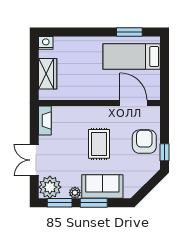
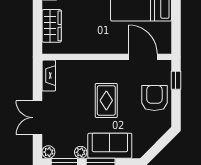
window: (165, 152) -> (176, 80), moved
plant: (50, 187) -> (48, 152), width x0.53, depth x0.53

